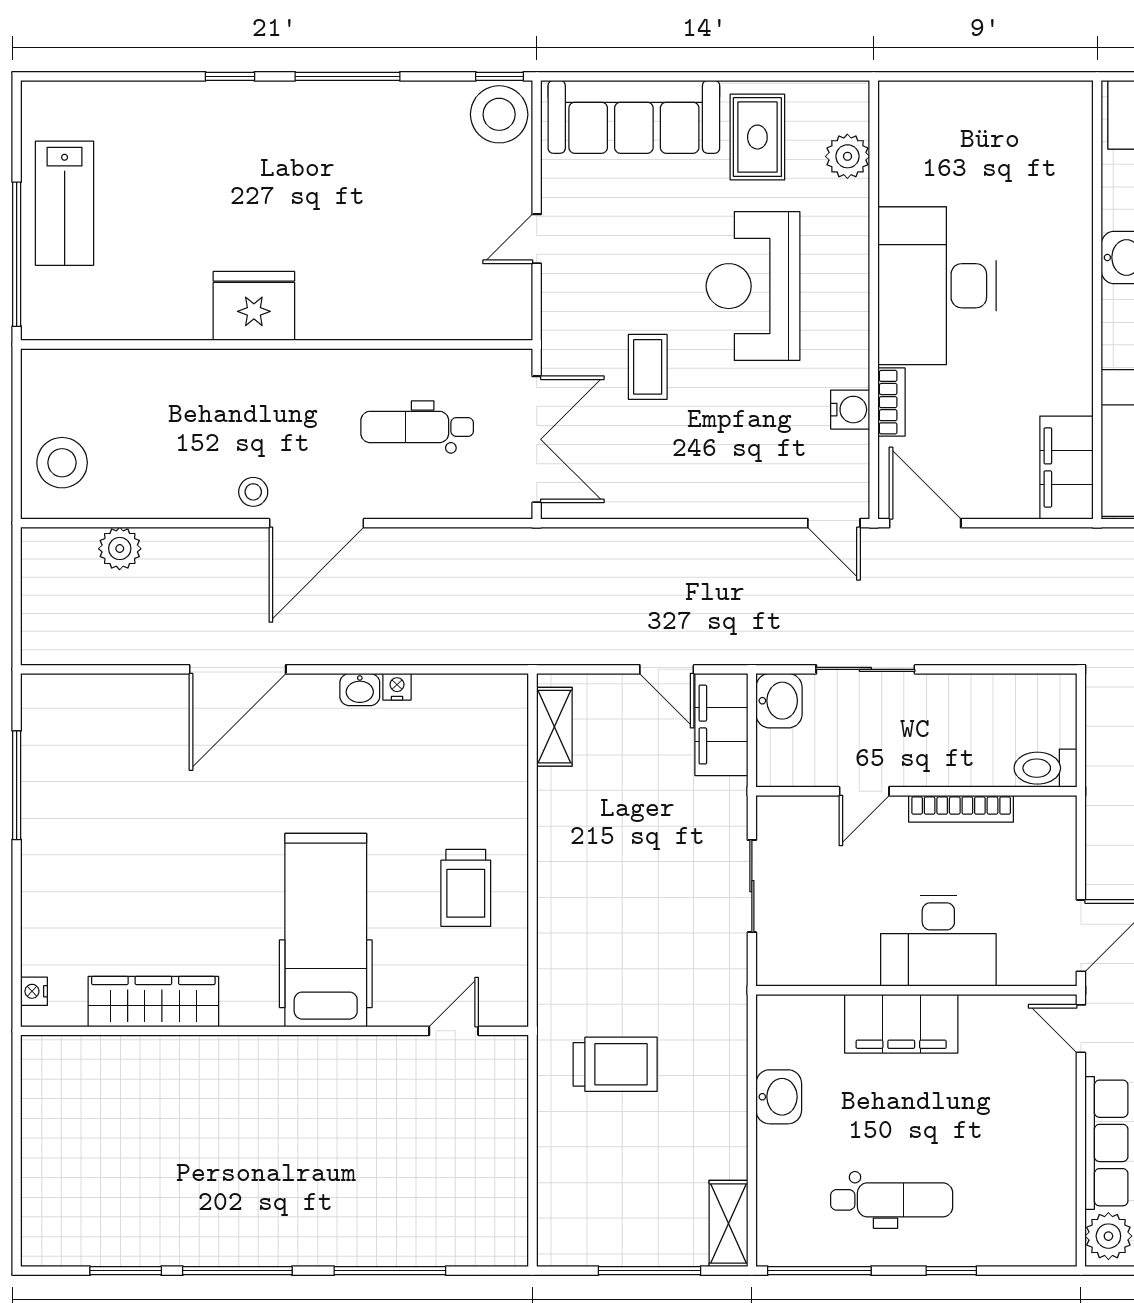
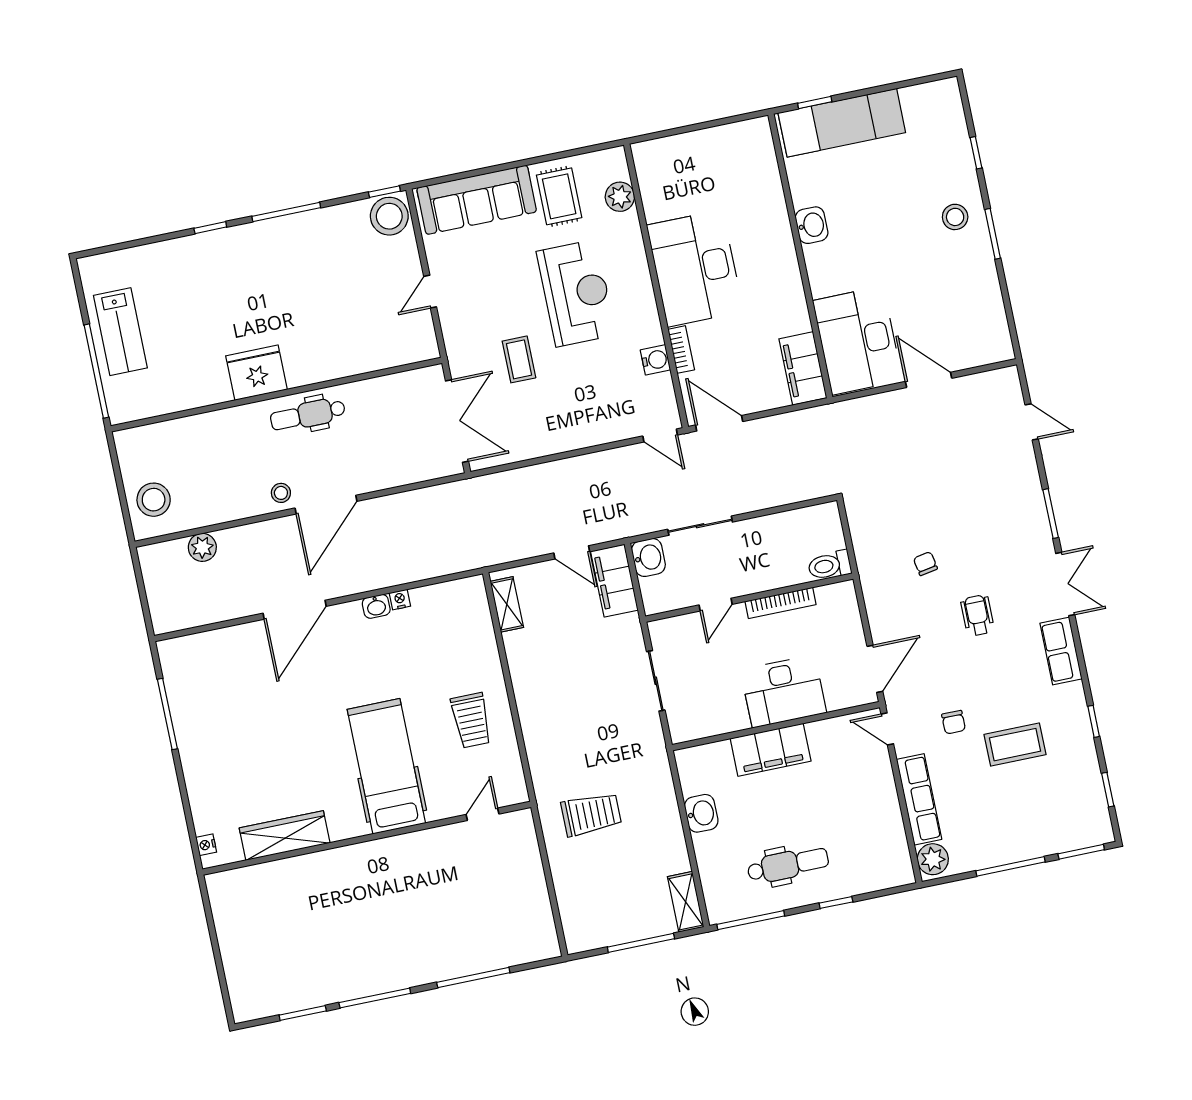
reception desk: (753, 286) -> (576, 293), turned 180
dental chair: (417, 427) -> (308, 415), moved

